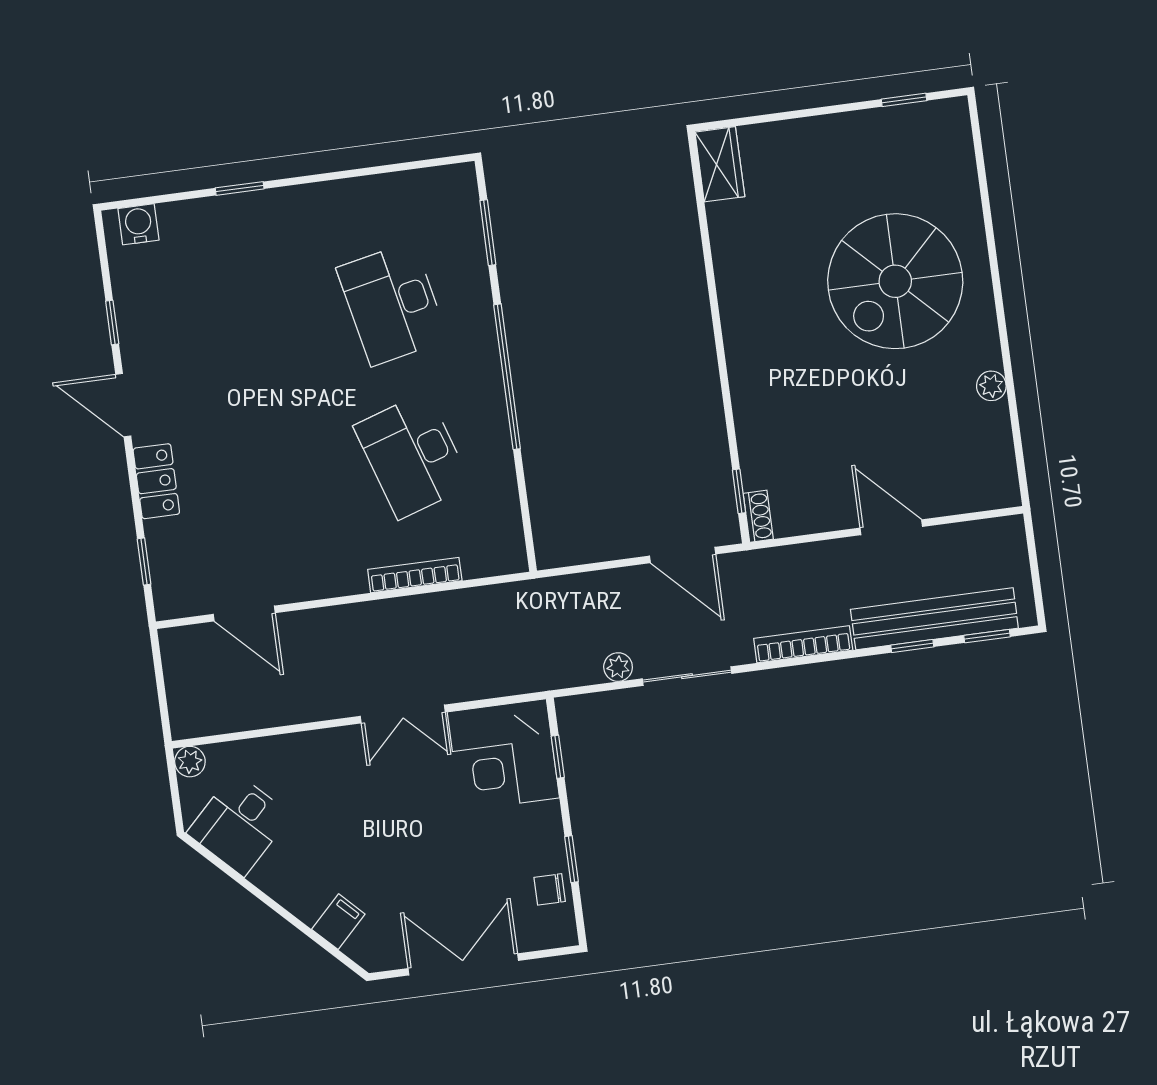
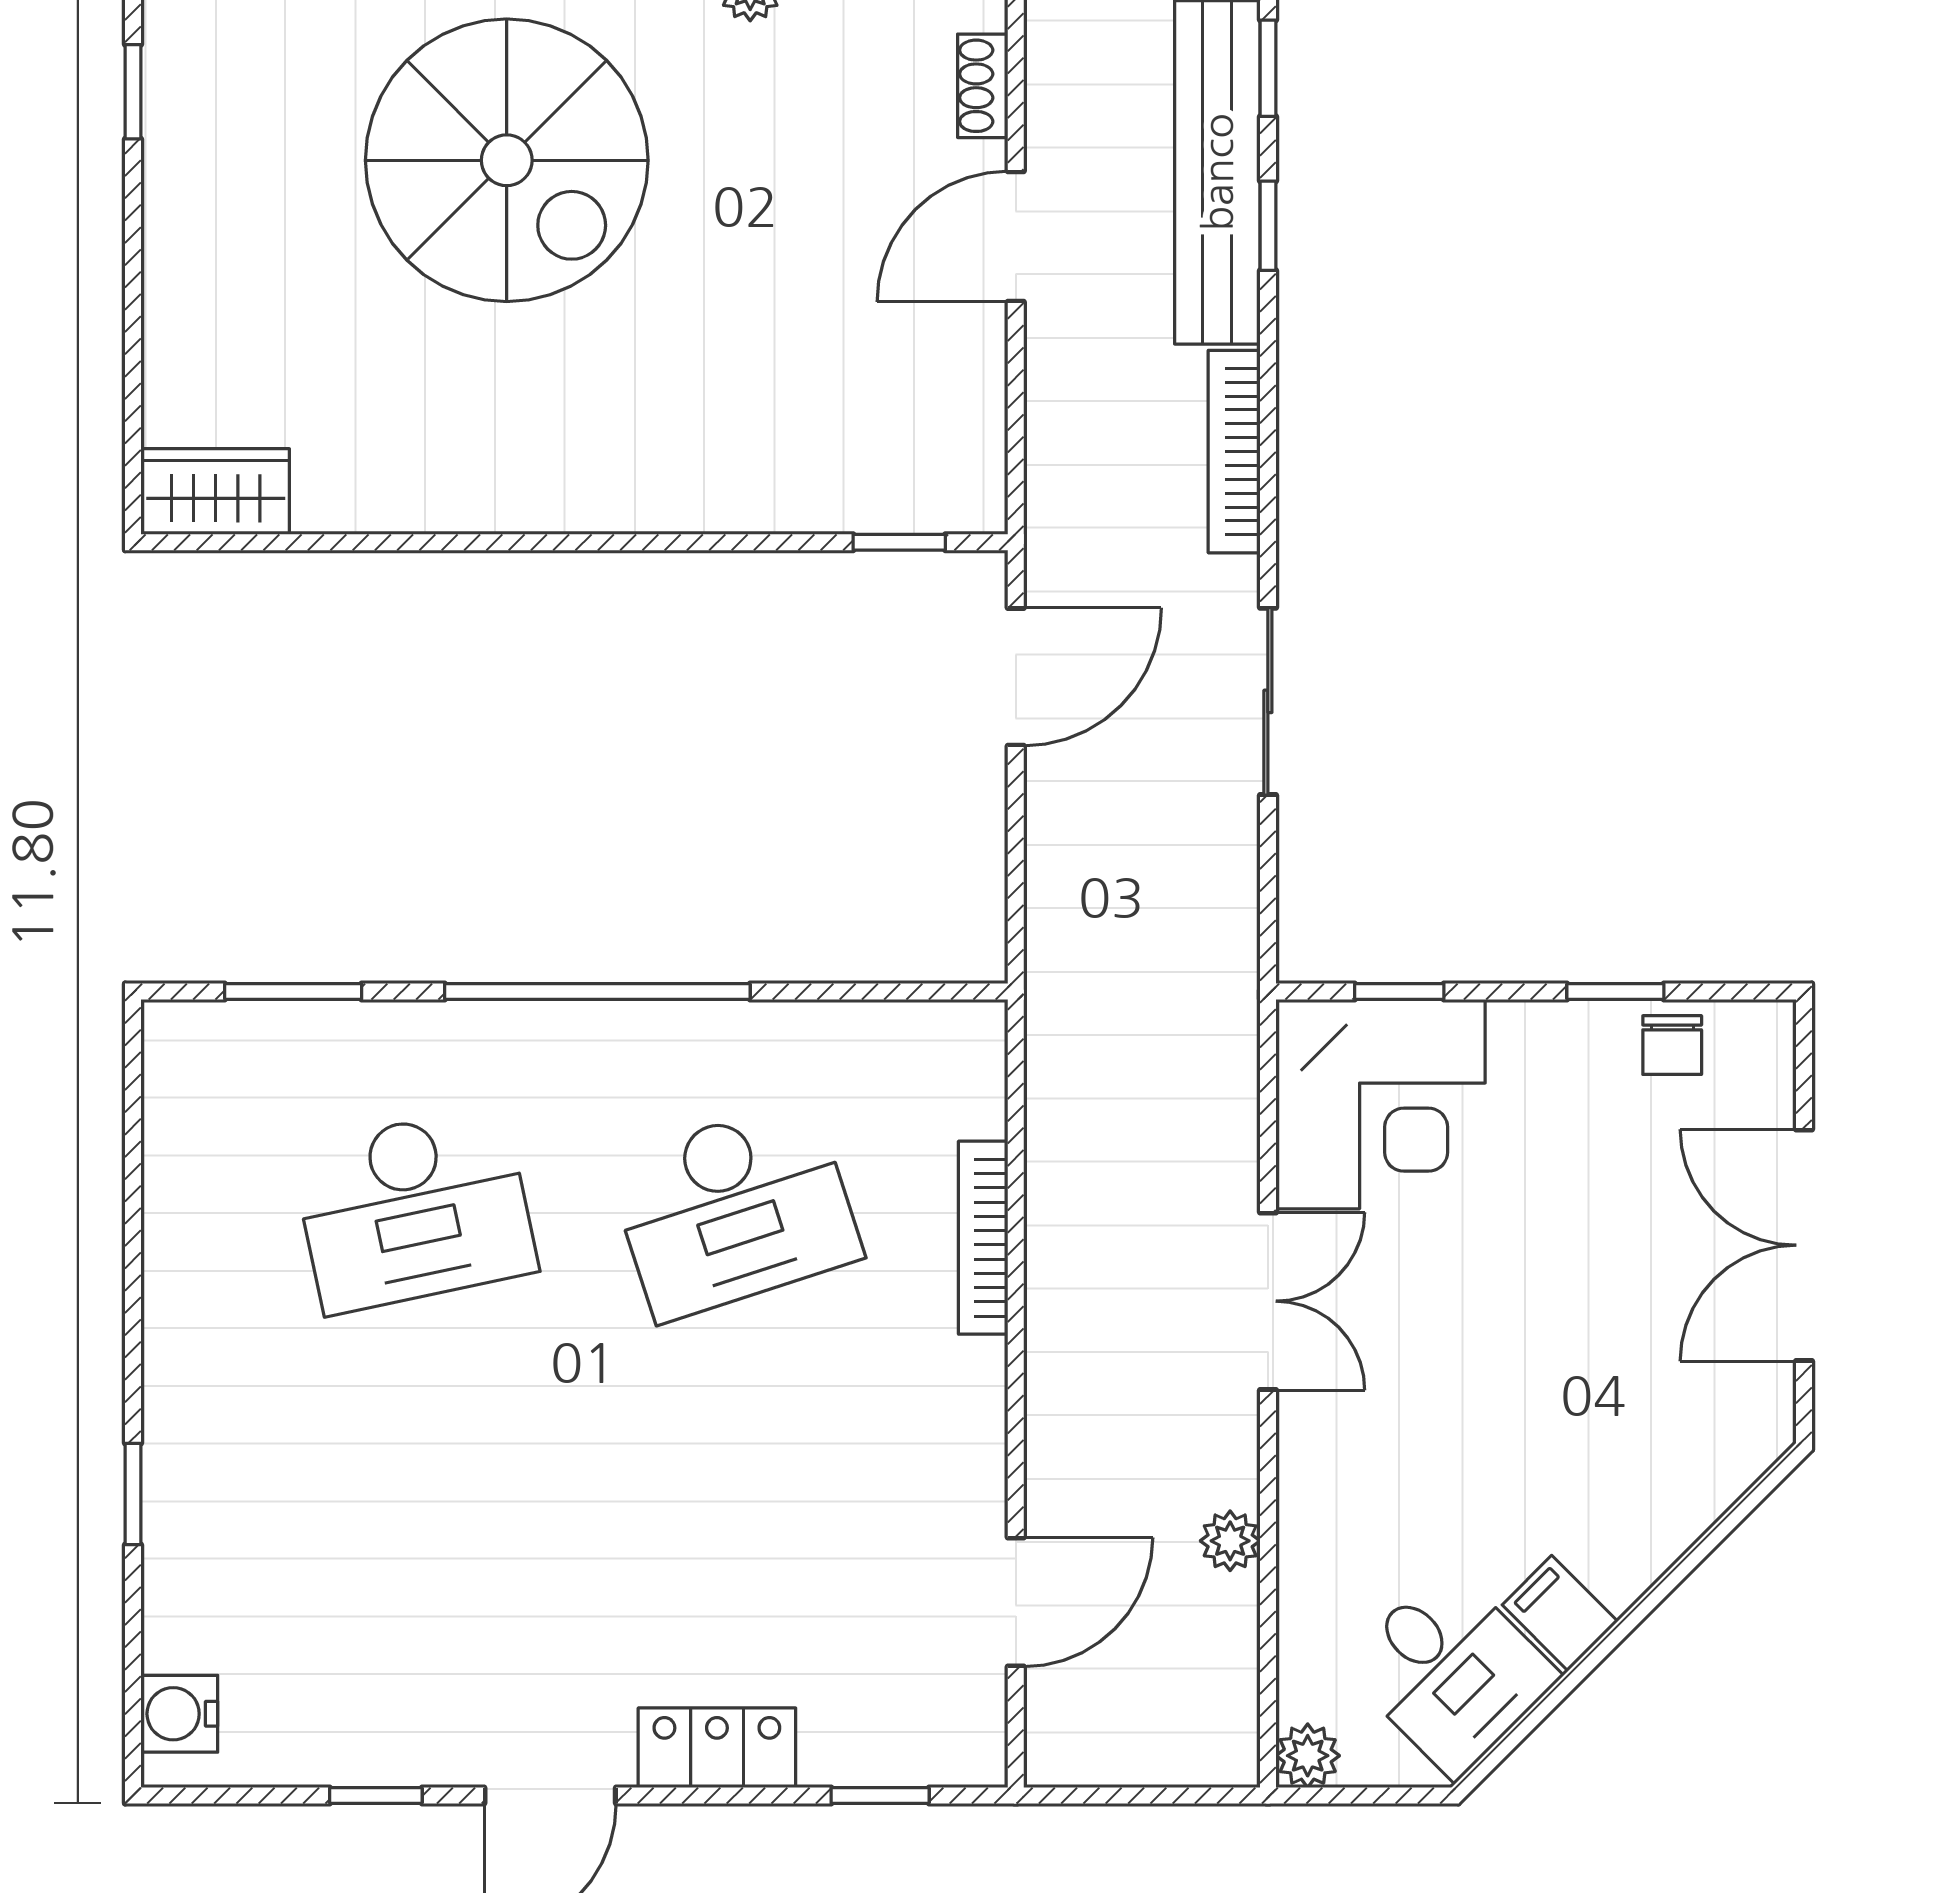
shoe rack: (758, 516) -> (983, 86), moved, turned -90
plant: (618, 667) -> (1230, 1541), moved
filing cabinet: (338, 922) -> (1560, 1613), moved

